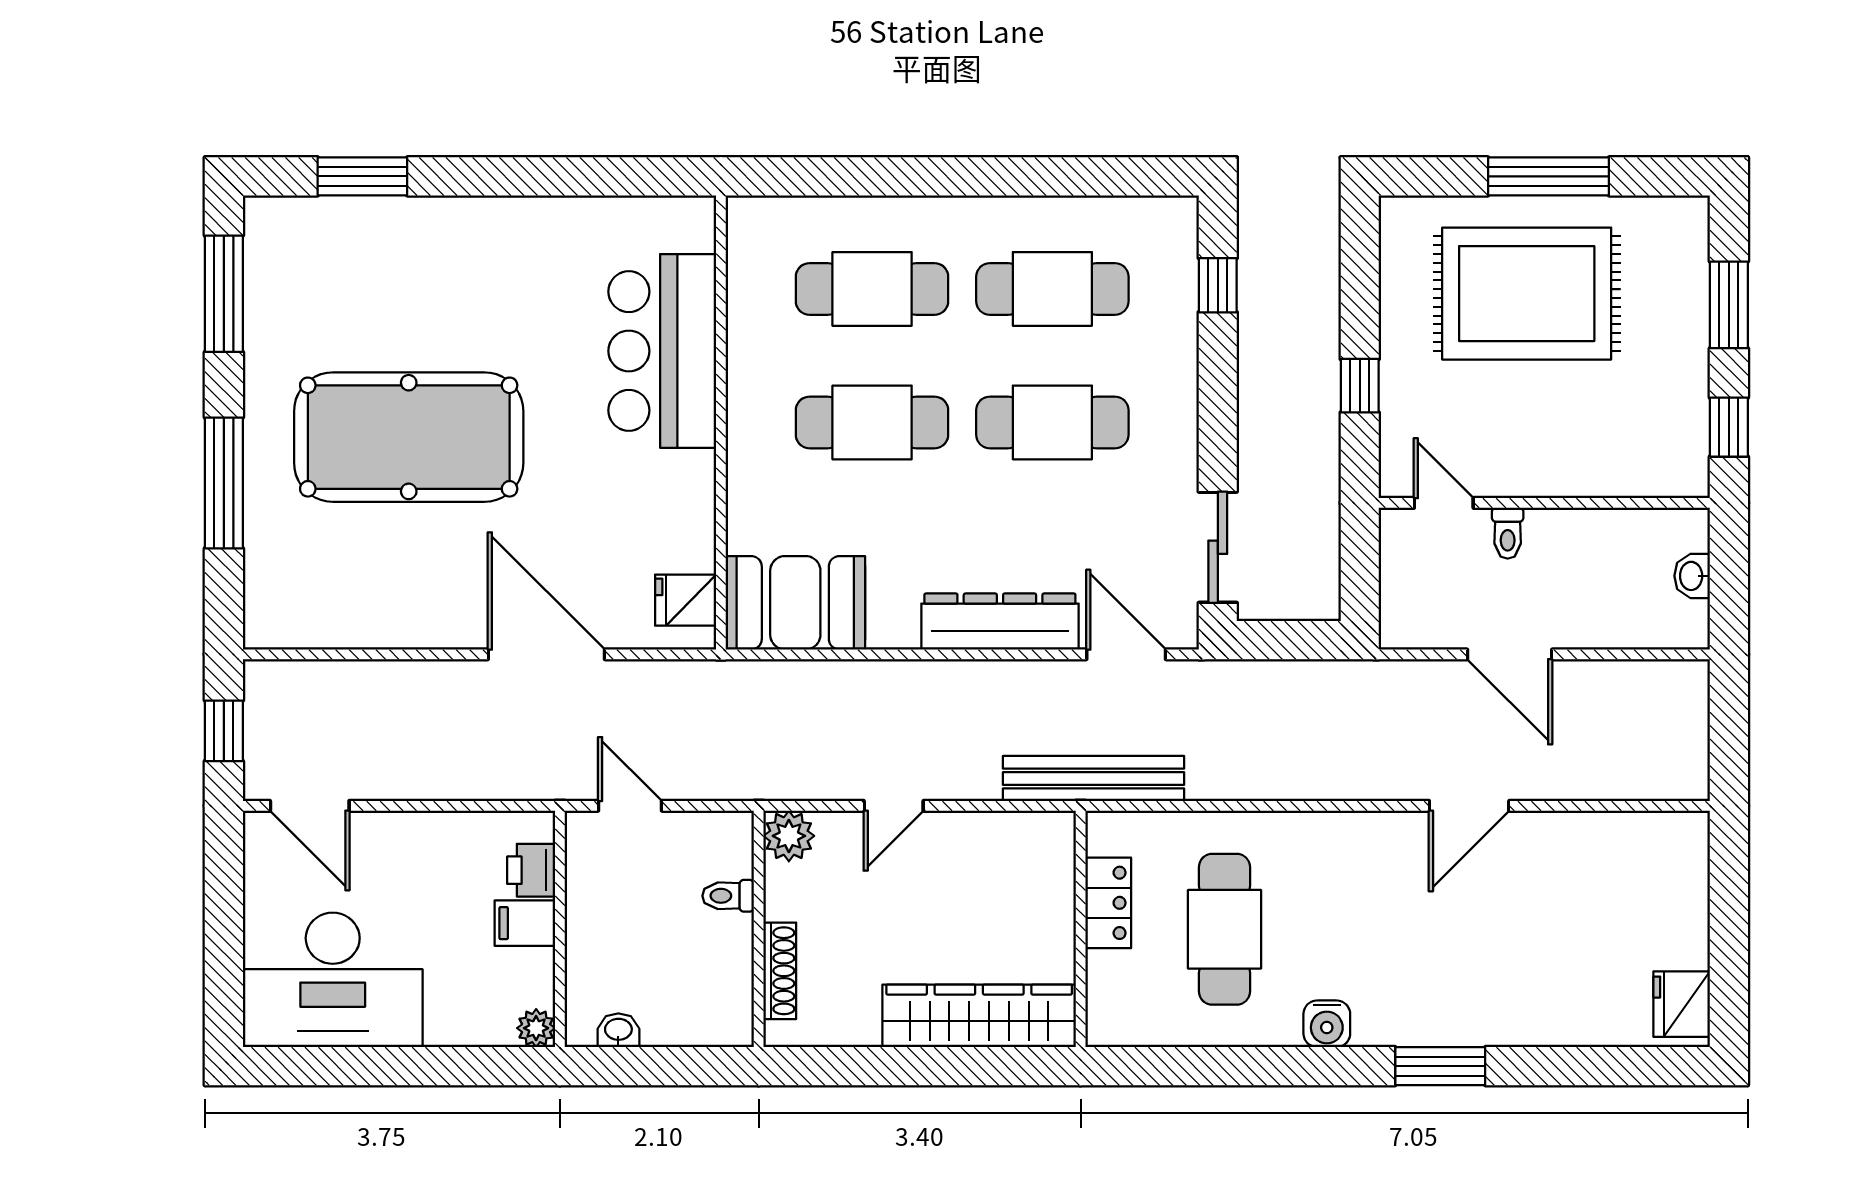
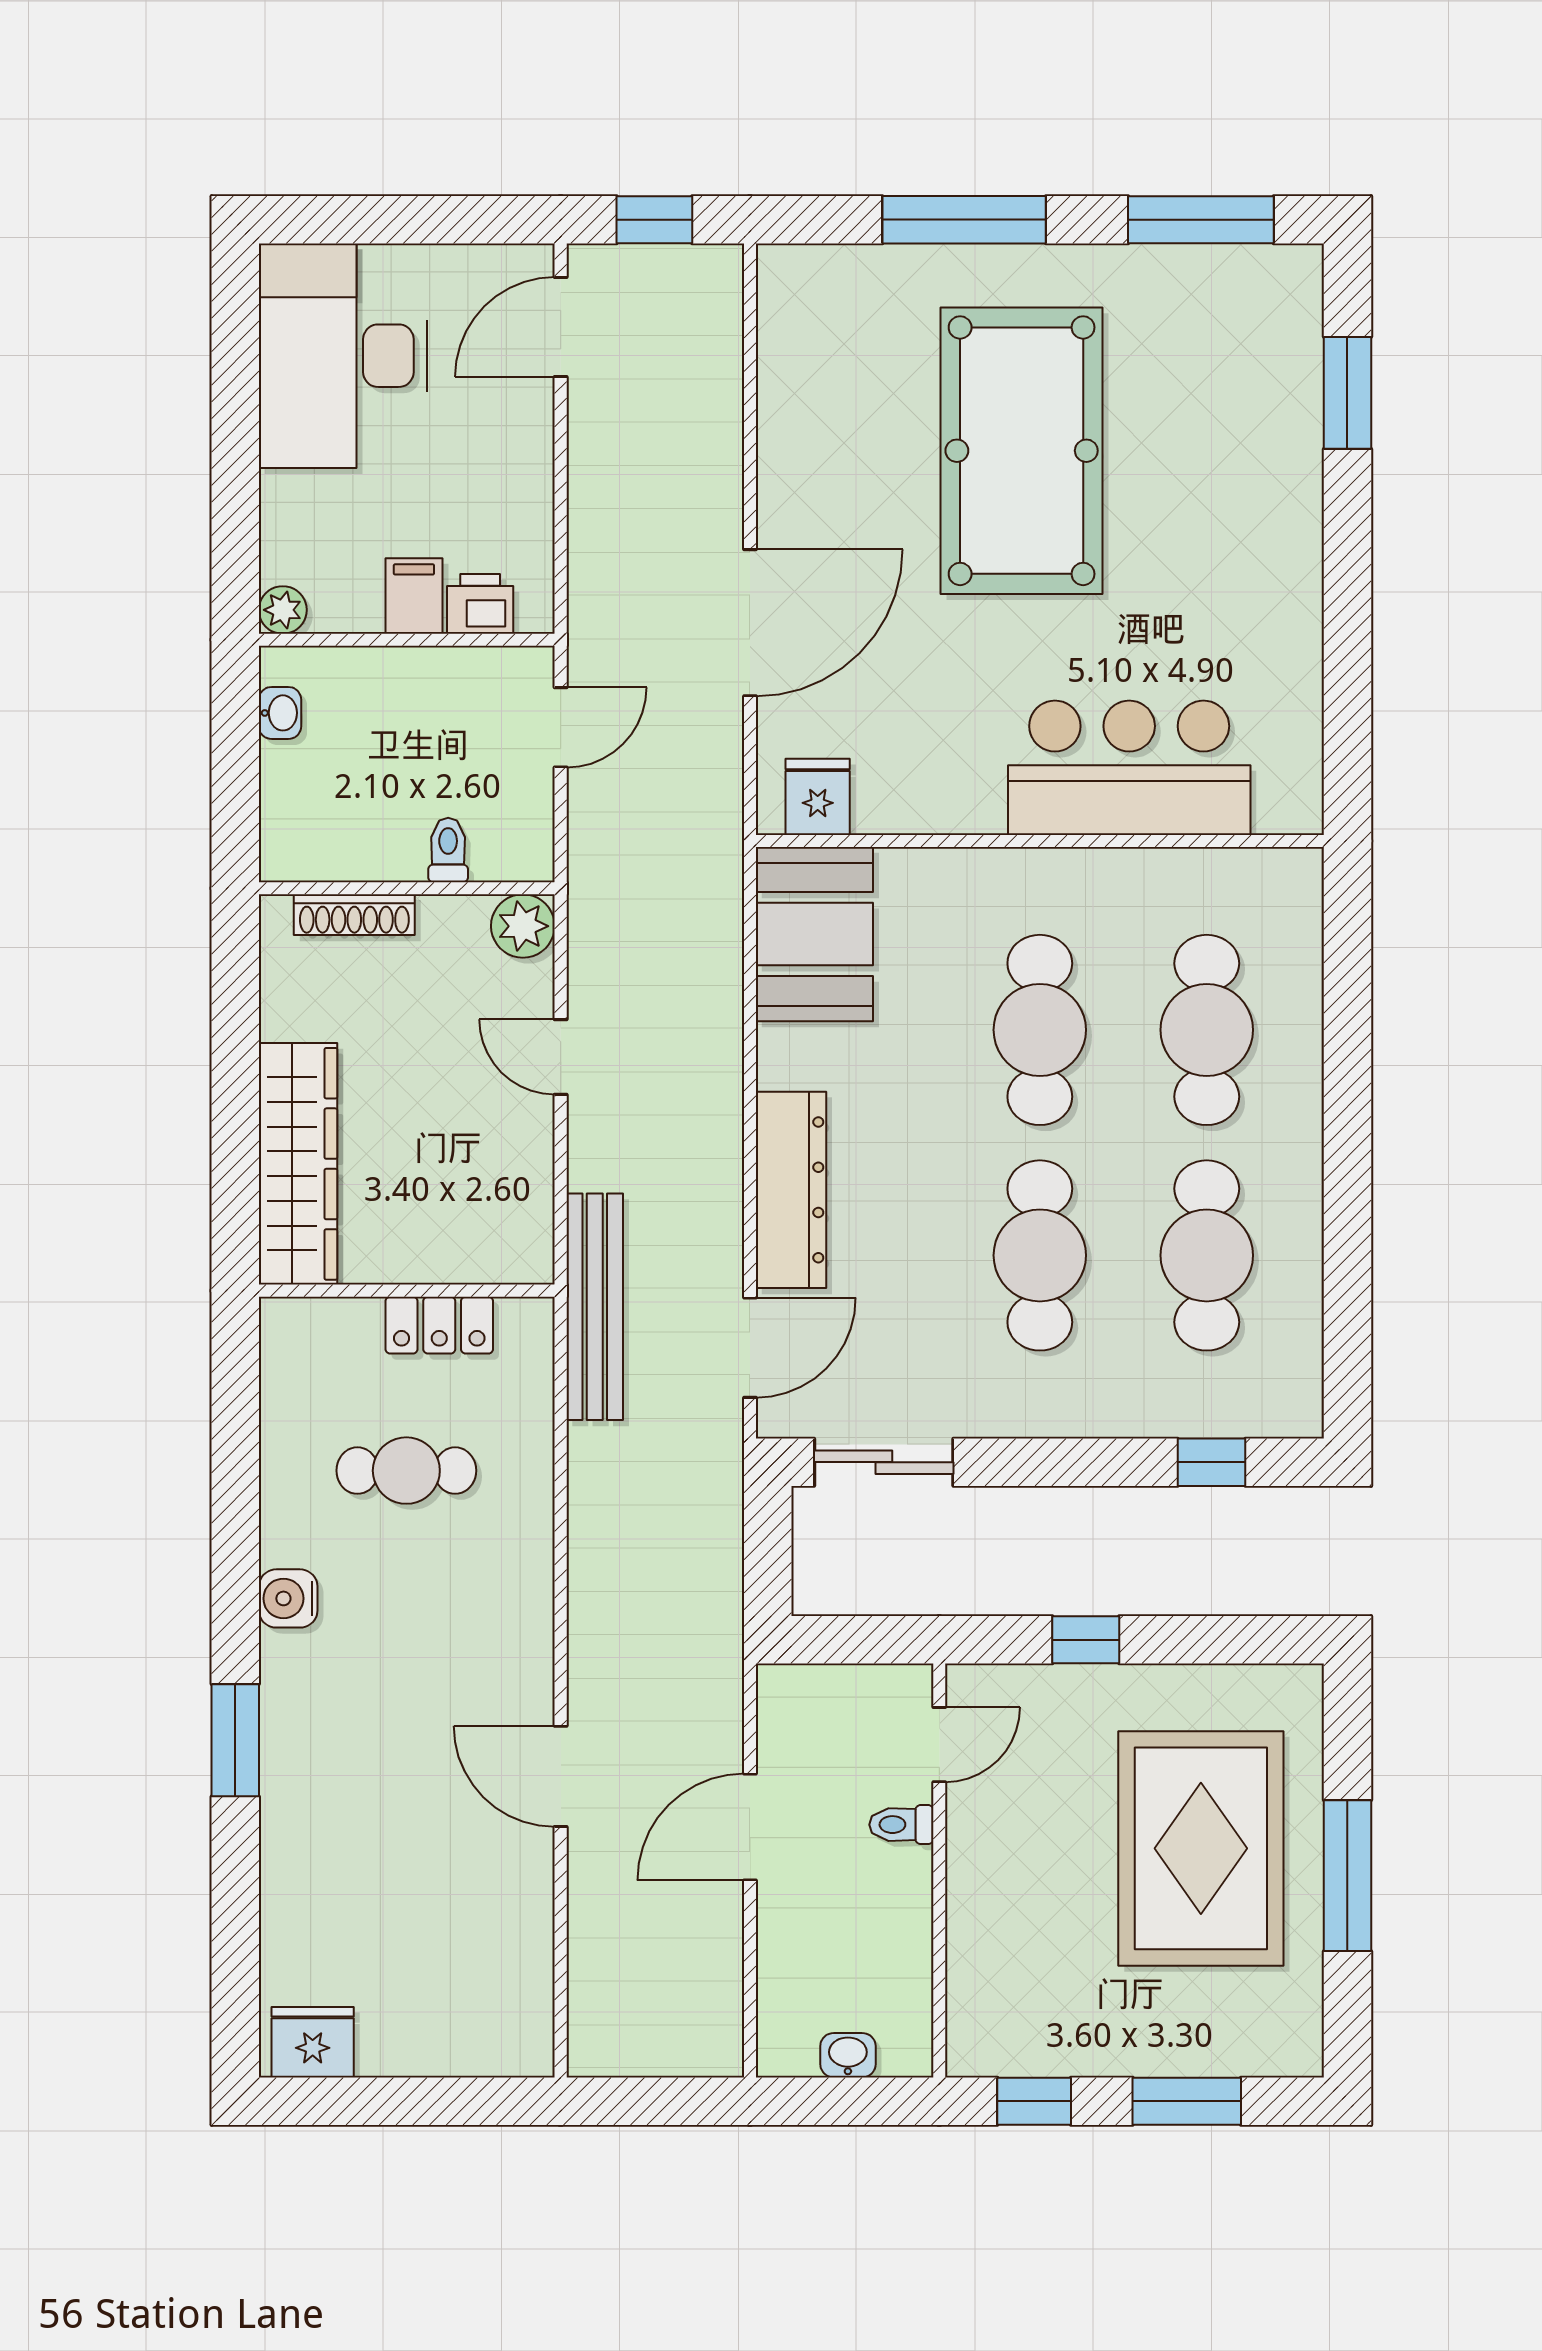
cafe table: (1224, 929) -> (406, 1471), width x0.73, depth x0.74

